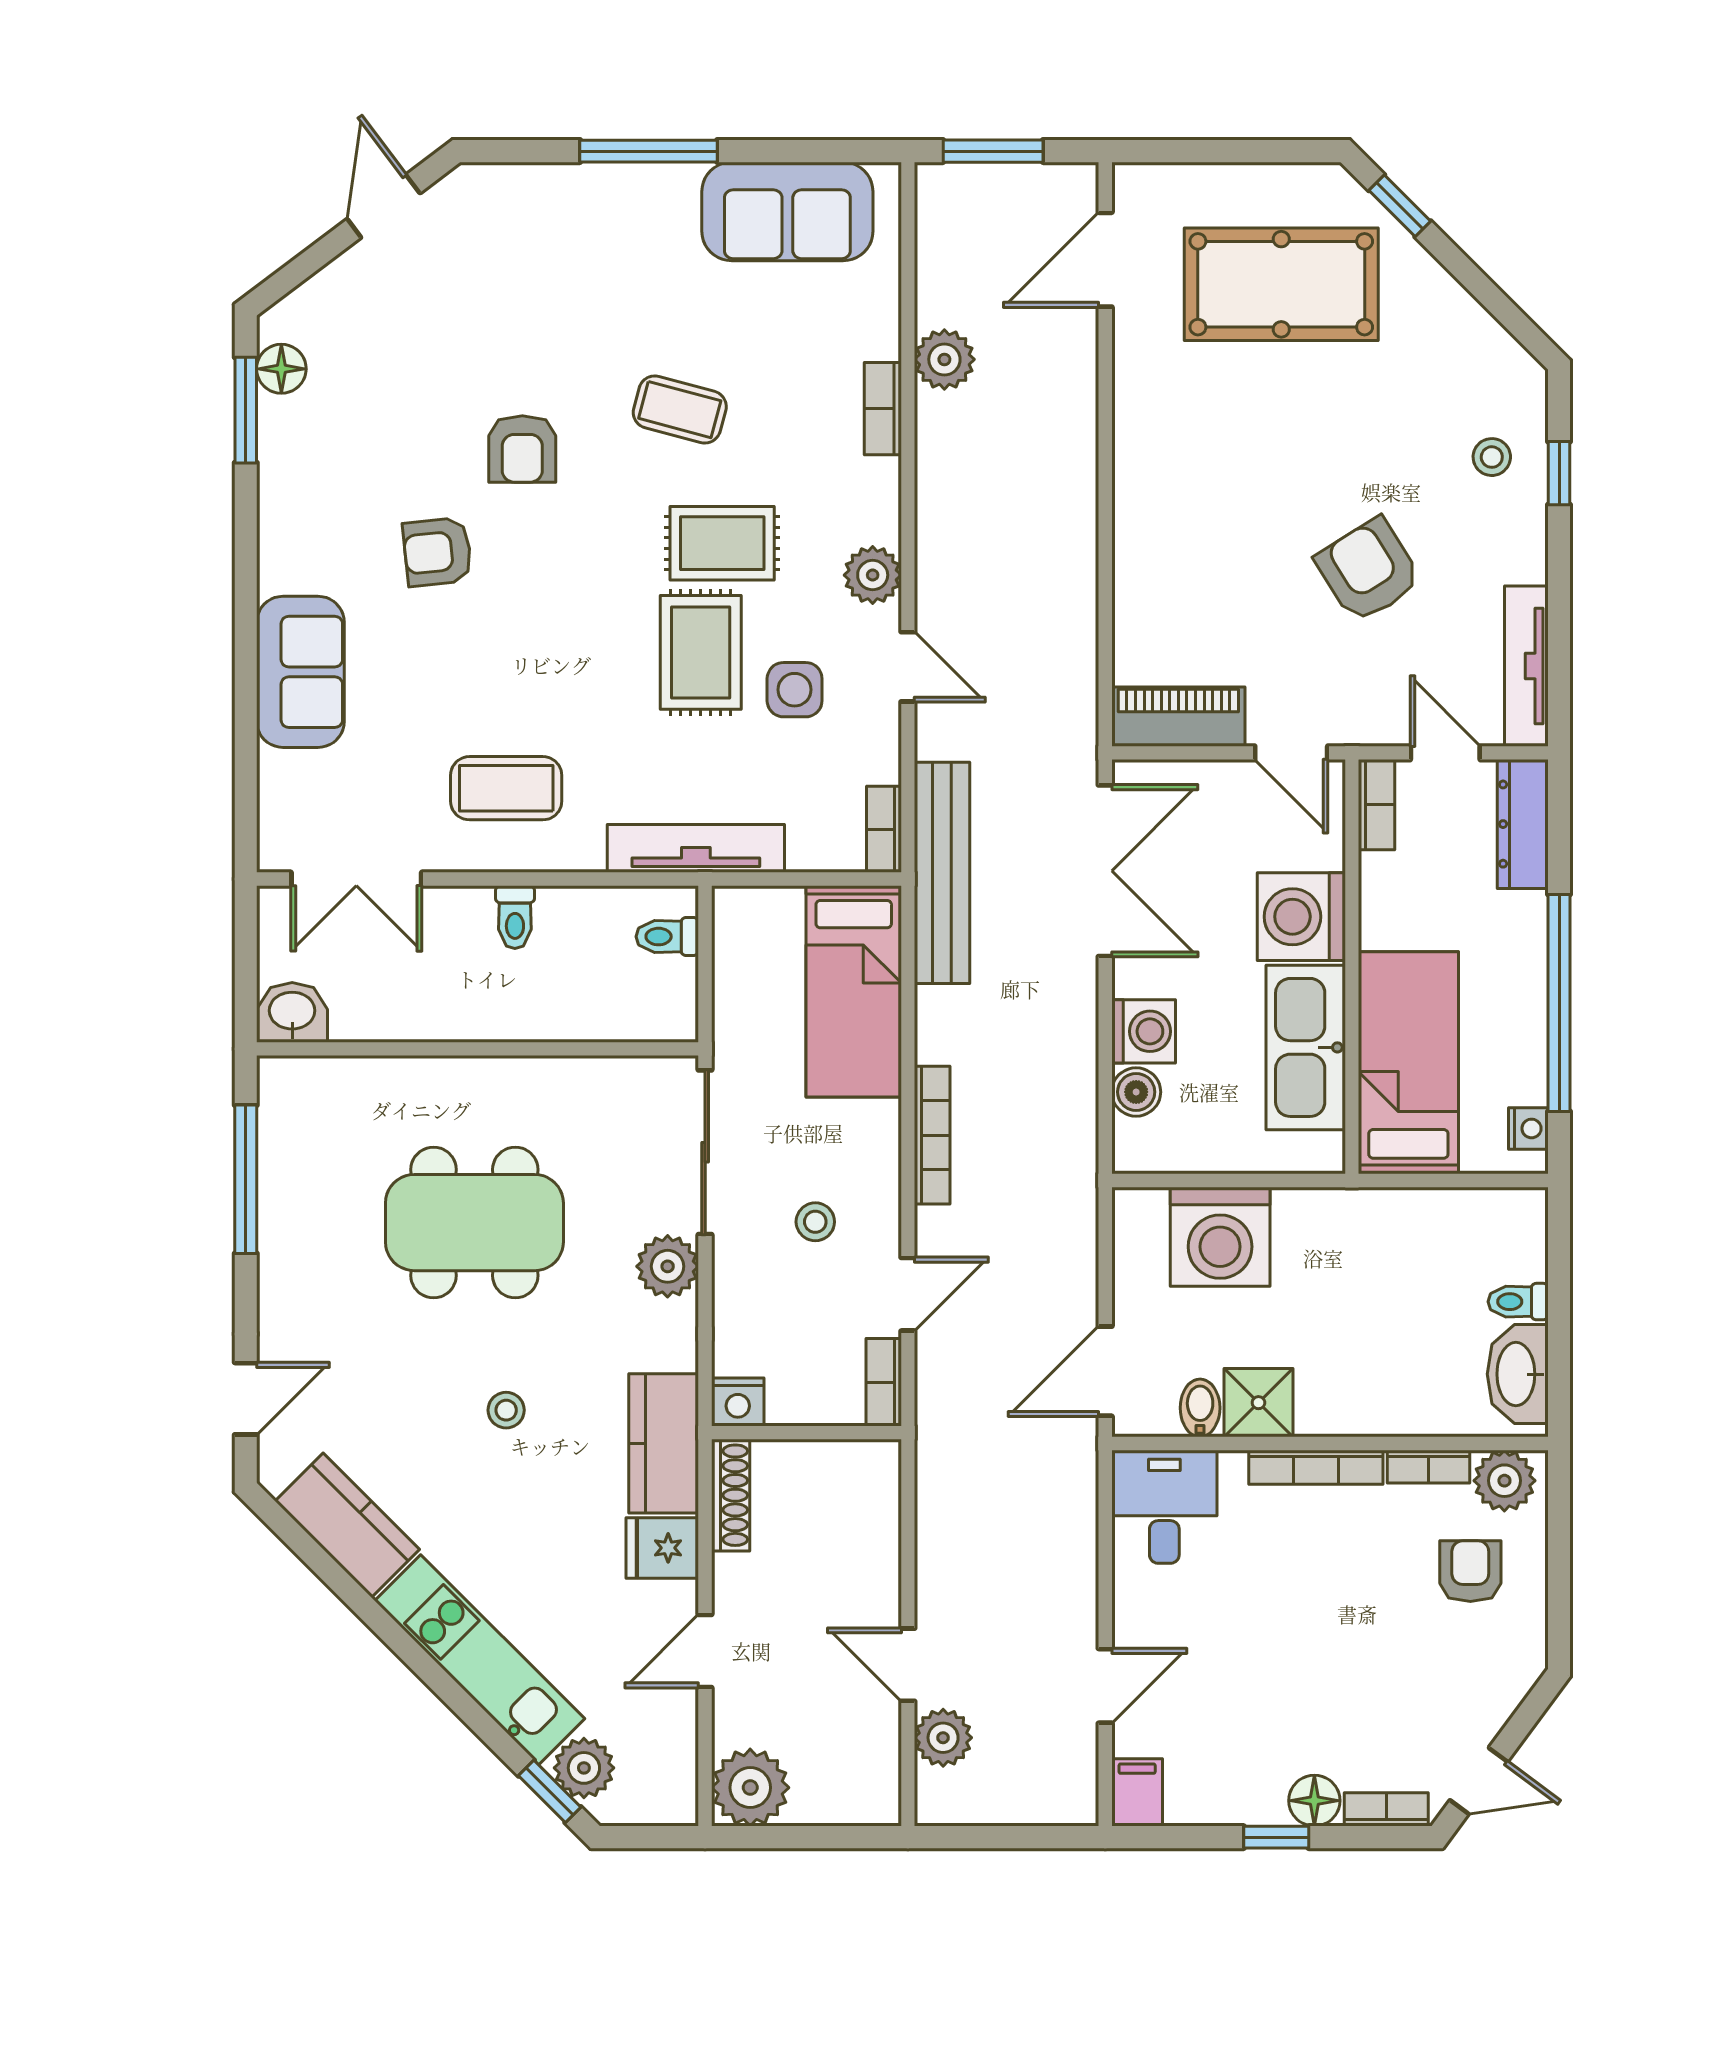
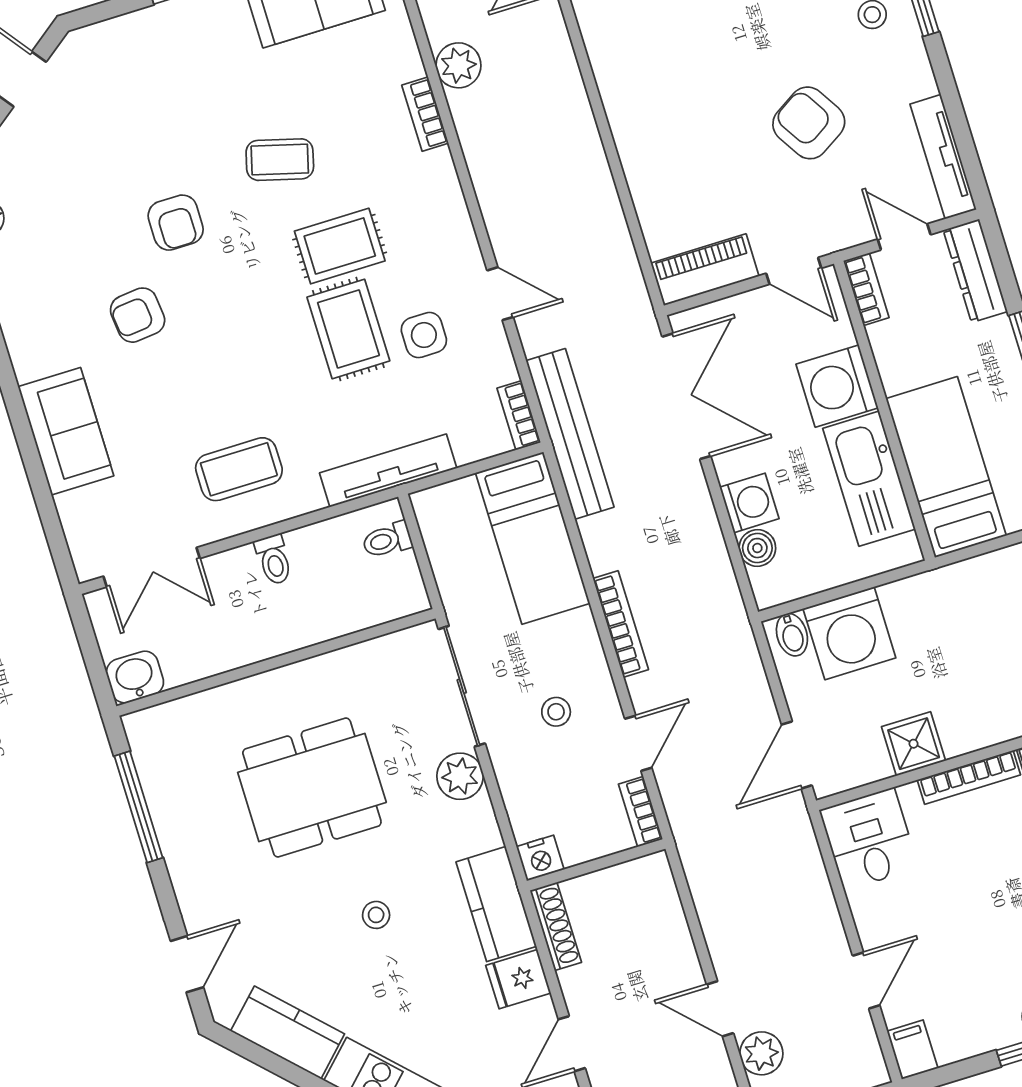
plant: (873, 575) -> (455, 236), removed
bidet: (1200, 1408) -> (792, 635), moved, turned 180

